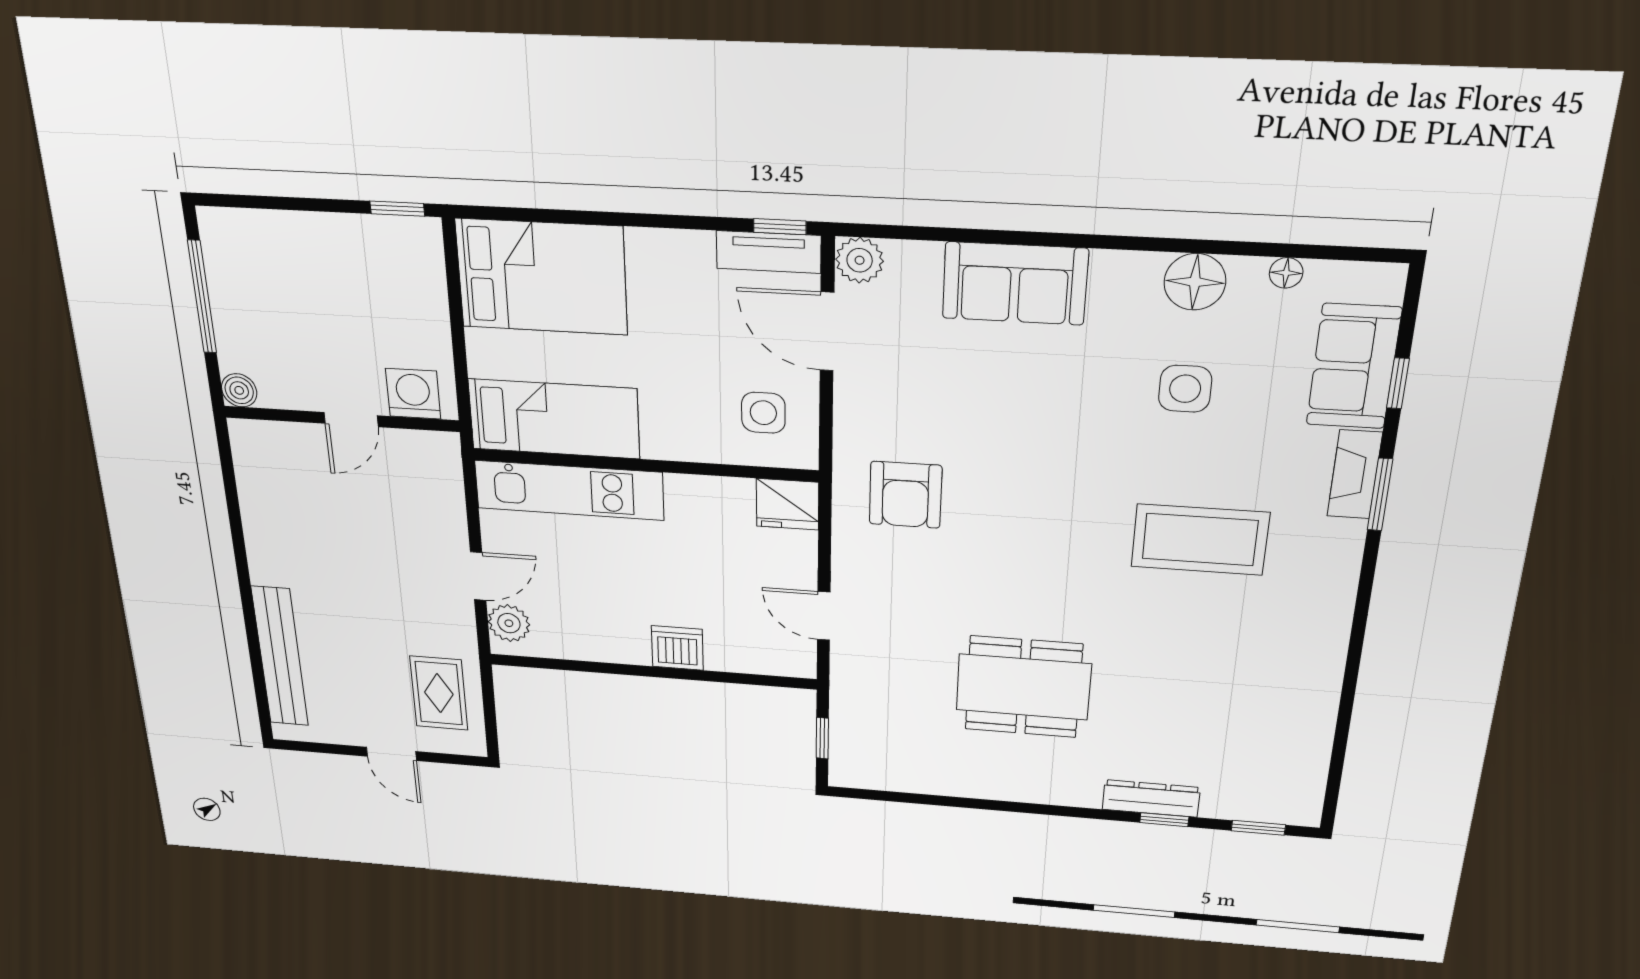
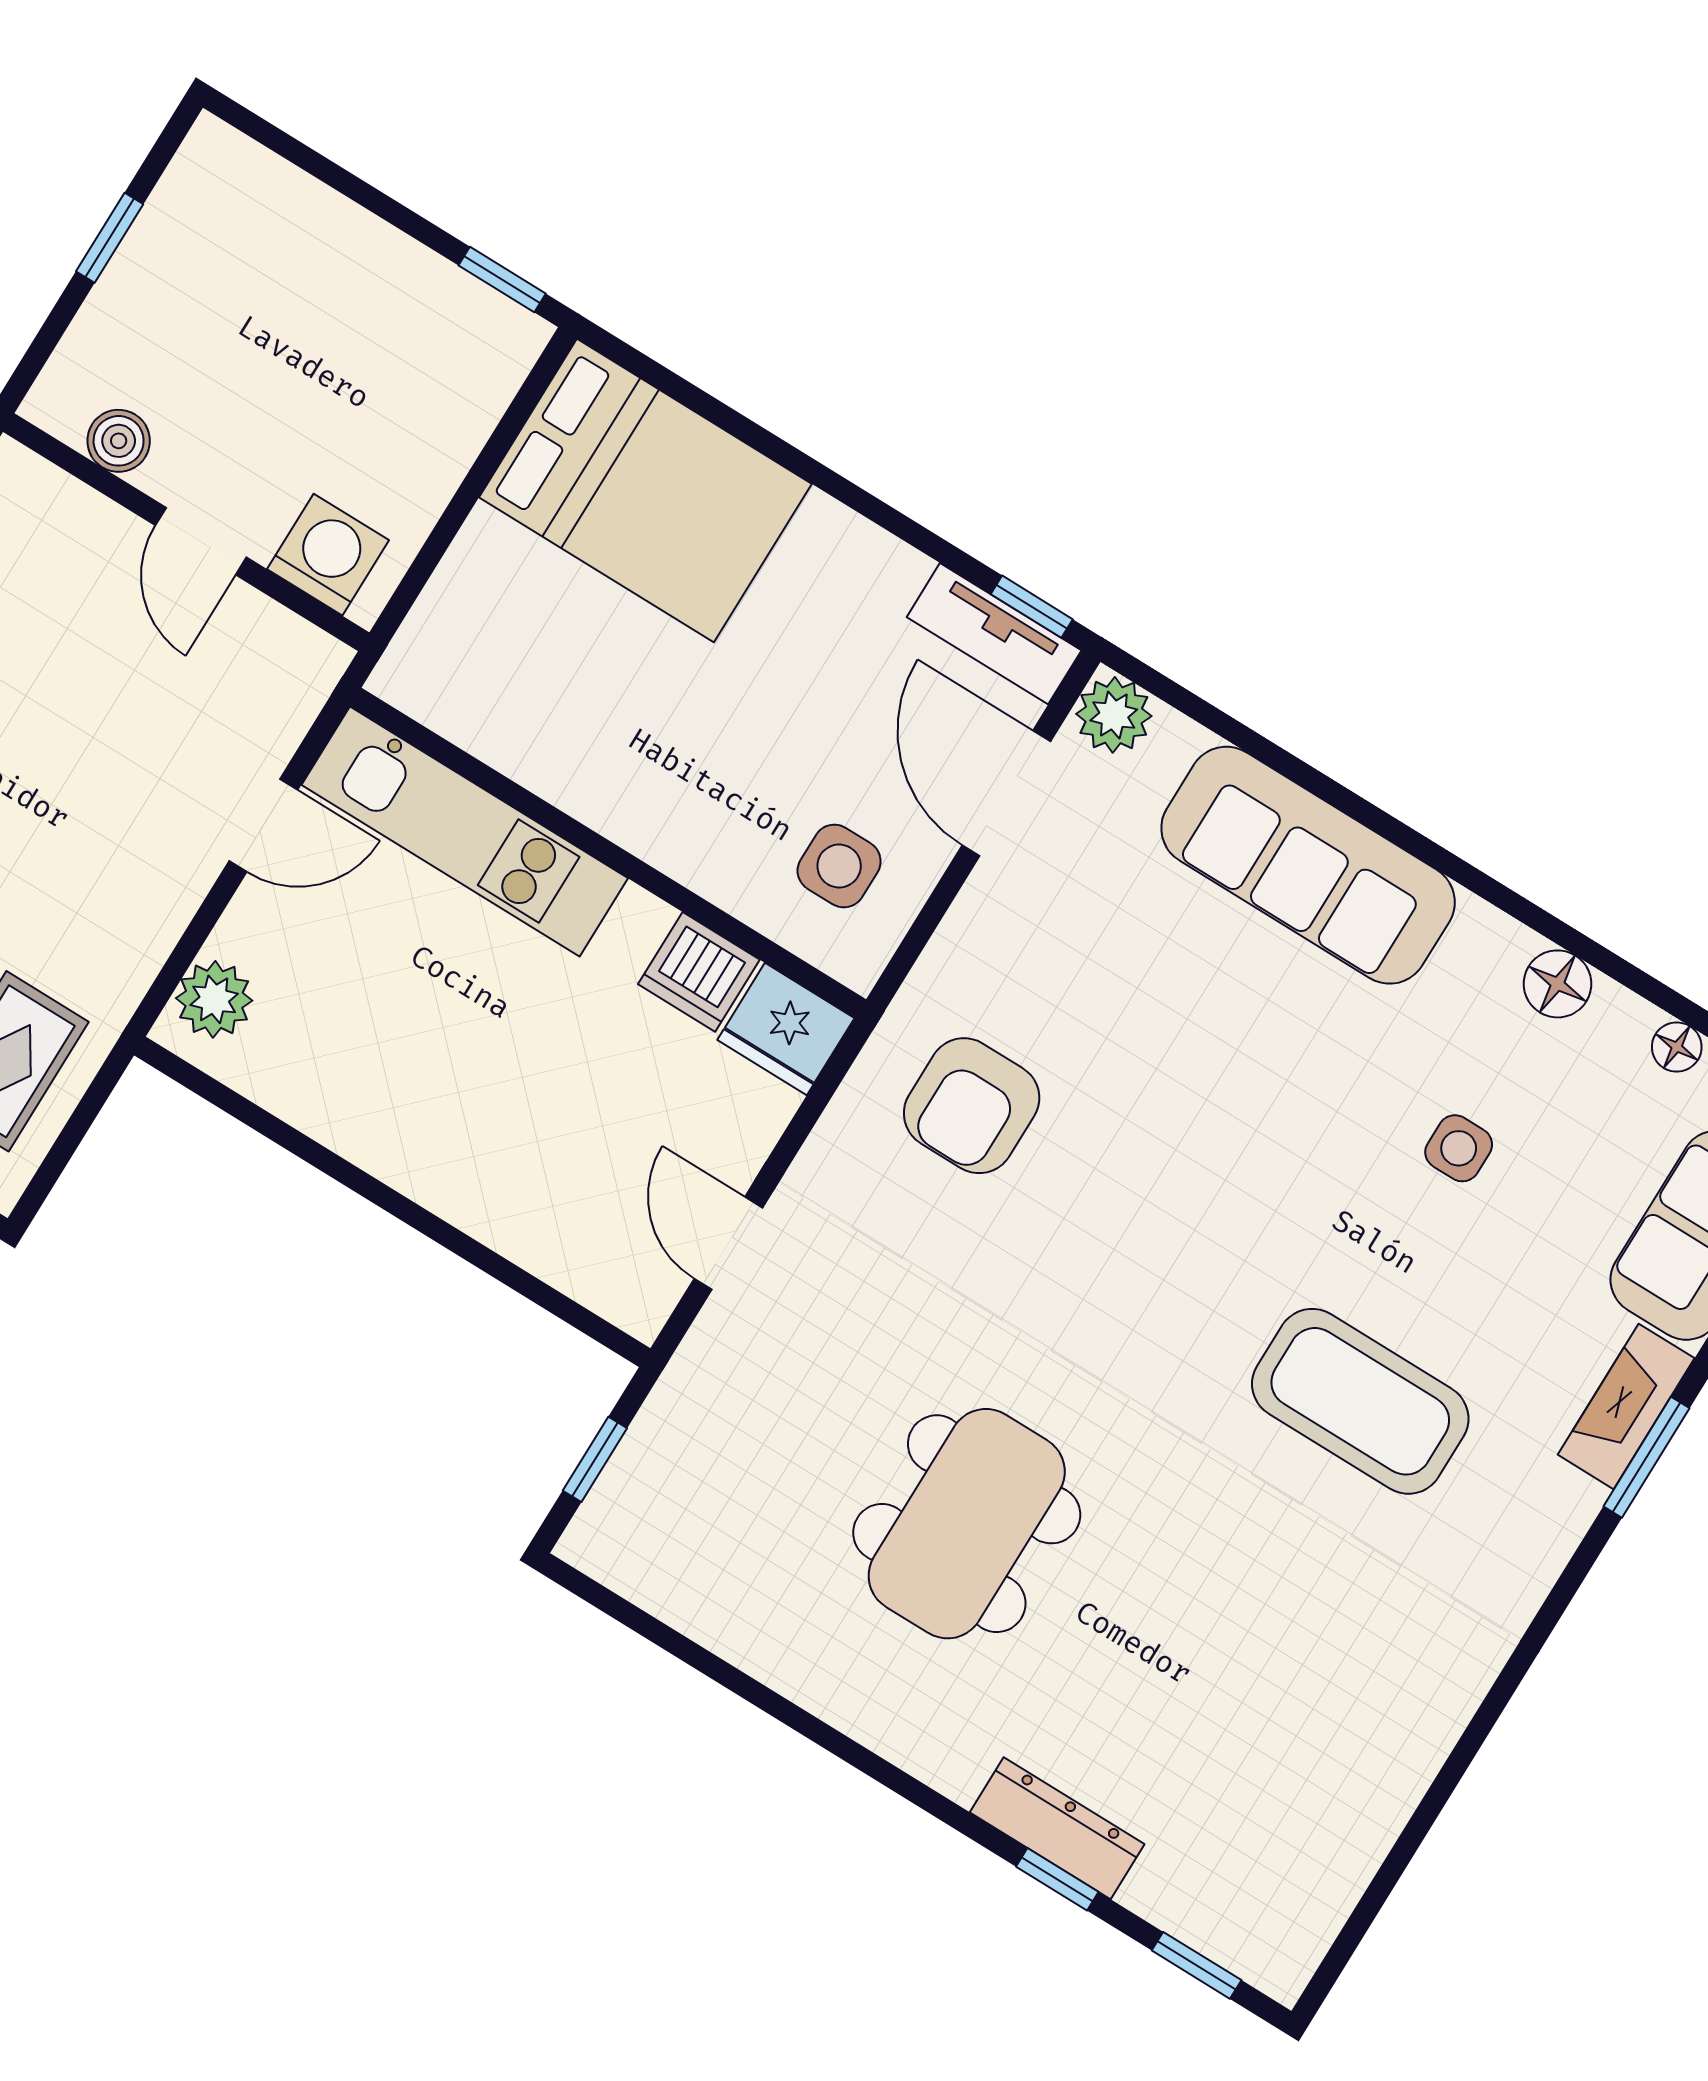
floor lamp: (1195, 282) -> (1557, 984), width x0.73, depth x0.73
sofa: (1015, 283) -> (1308, 865), width x1.36
window: (202, 297) -> (110, 238), width x0.46
side table: (1185, 389) -> (1459, 1148), width x0.73, depth x0.73
boiler: (239, 390) -> (119, 441), moved
bed: (554, 419) -> (518, 708), removed
door: (351, 420) -> (201, 541), hinge flipped
door: (478, 576) -> (263, 825), moved
dishwasher: (677, 648) -> (699, 972), moved, turned 180
dining table: (1023, 687) -> (967, 1524), turned 90

